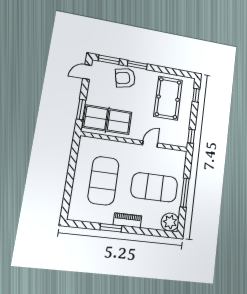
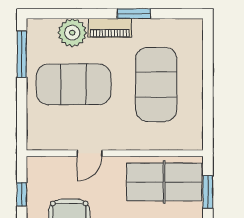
window: (191, 136) -> (22, 194), moved
window: (185, 193) -> (22, 54), moved
plant: (170, 222) -> (72, 33), moved

